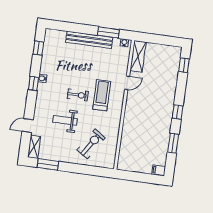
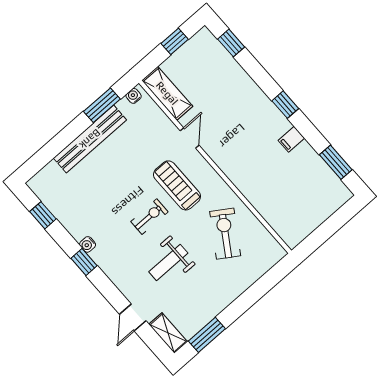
window: (164, 40) -> (175, 41), added
window: (173, 143) -> (336, 162), moved
exercise bike: (91, 144) -> (225, 234), moved
filing cabinet: (159, 170) -> (291, 139), moved

